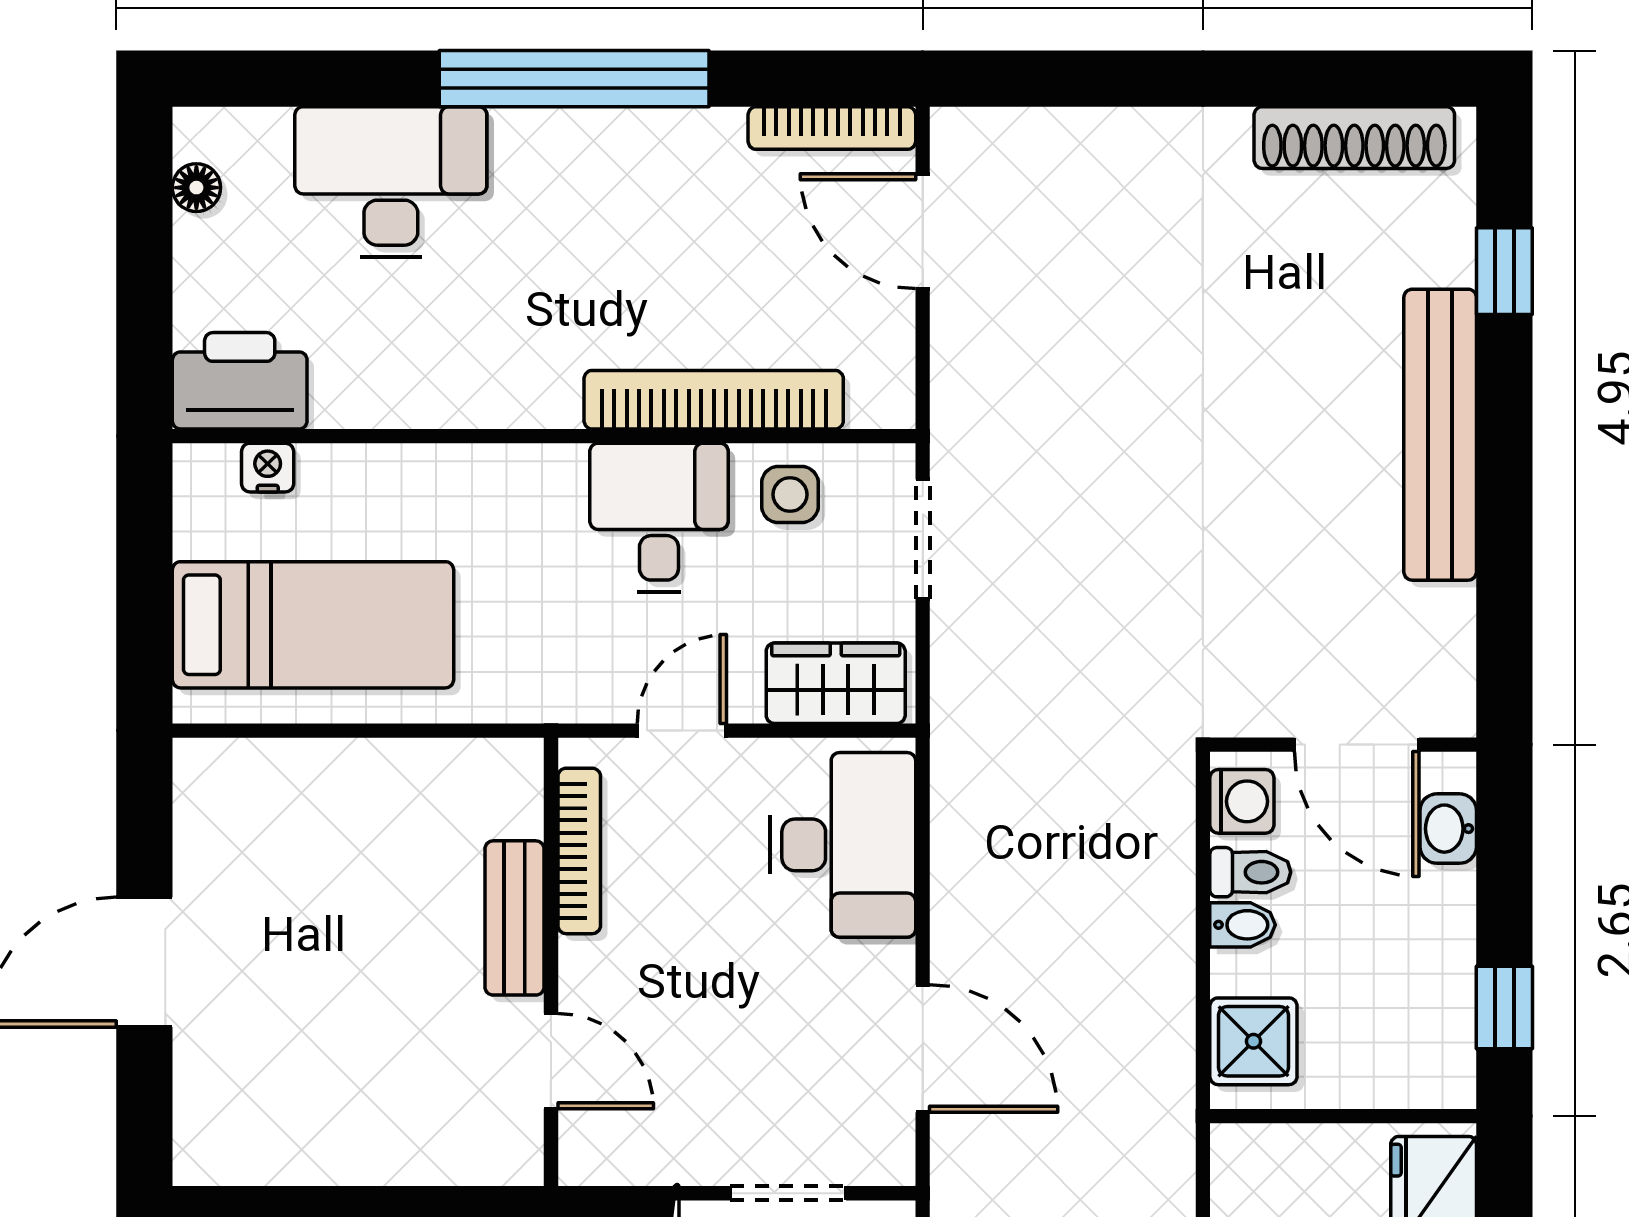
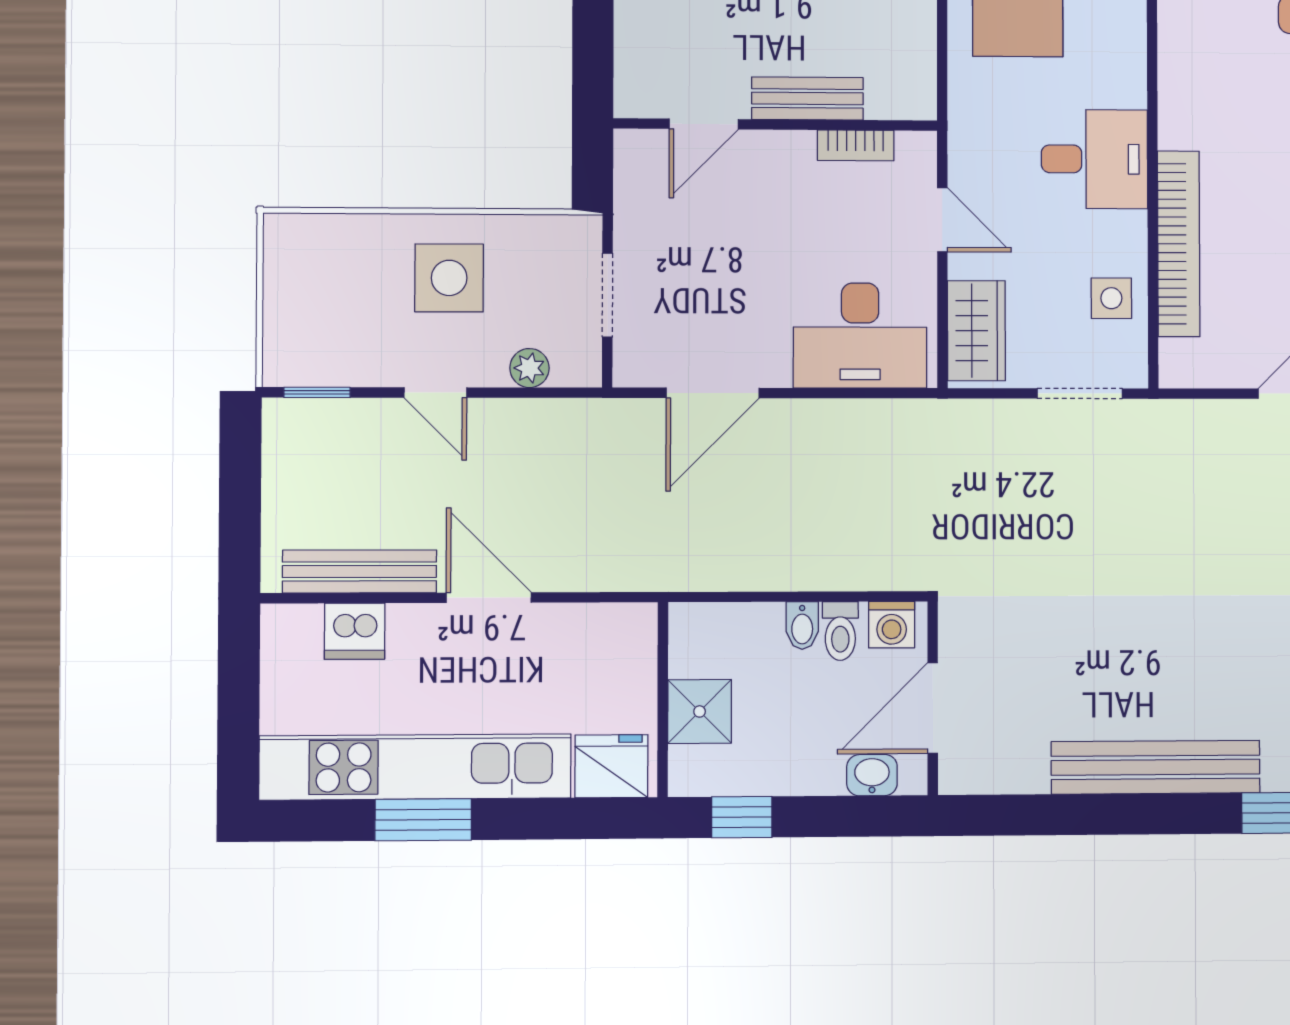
desk: (659, 518) -> (1094, 159), moved
bookcase: (579, 851) -> (856, 145), width x0.64
shower: (1253, 1041) -> (700, 711), moved

